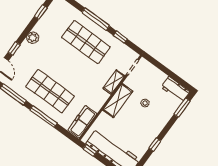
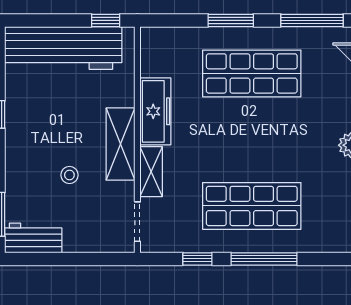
window: (43, 116) -> (231, 20), width x0.69
freezer: (82, 122) -> (155, 111), moved

